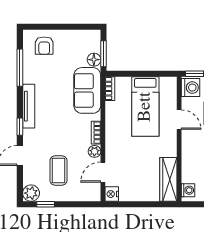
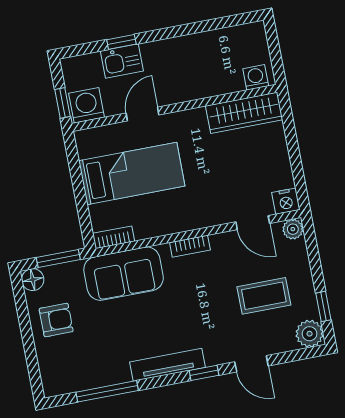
armchair: (44, 46) -> (56, 320), moved
floor lamp: (94, 60) -> (33, 280), moved
plant: (94, 151) -> (293, 229), moved

